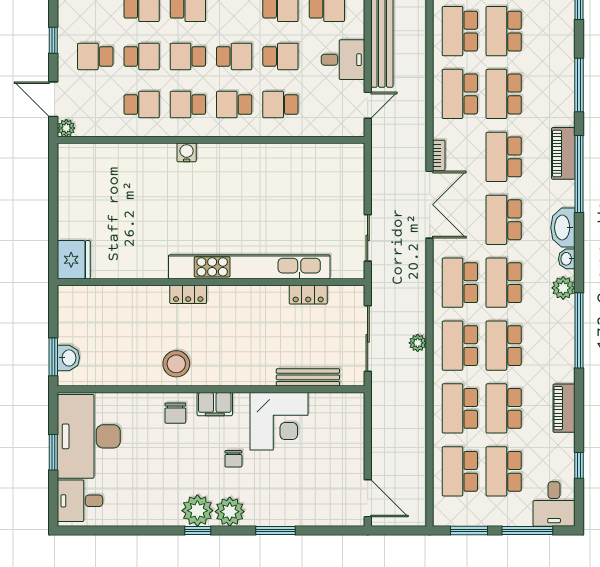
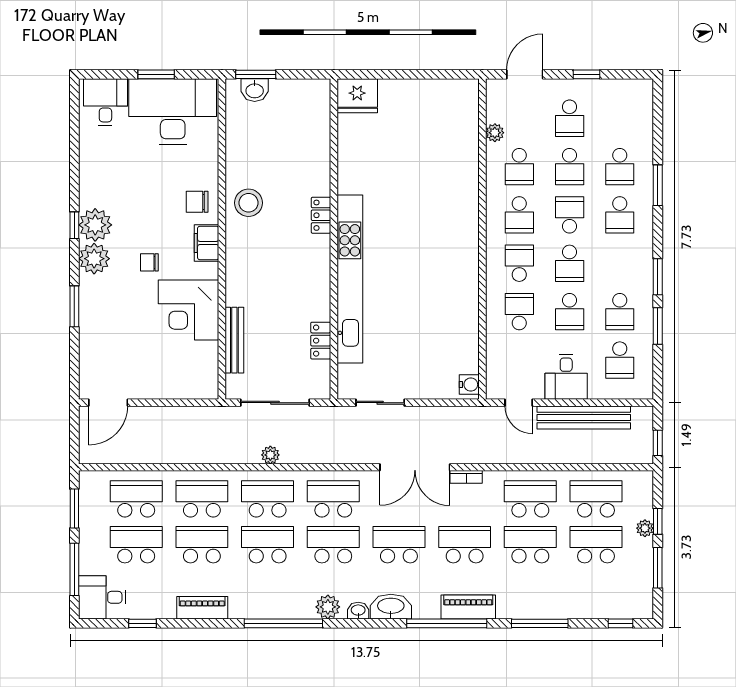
school desk: (95, 56) -> (570, 118), turned 180
school desk: (188, 105) -> (519, 215), turned 180
plant: (66, 128) -> (495, 133), moved
water cooler: (187, 152) -> (469, 385), moved

